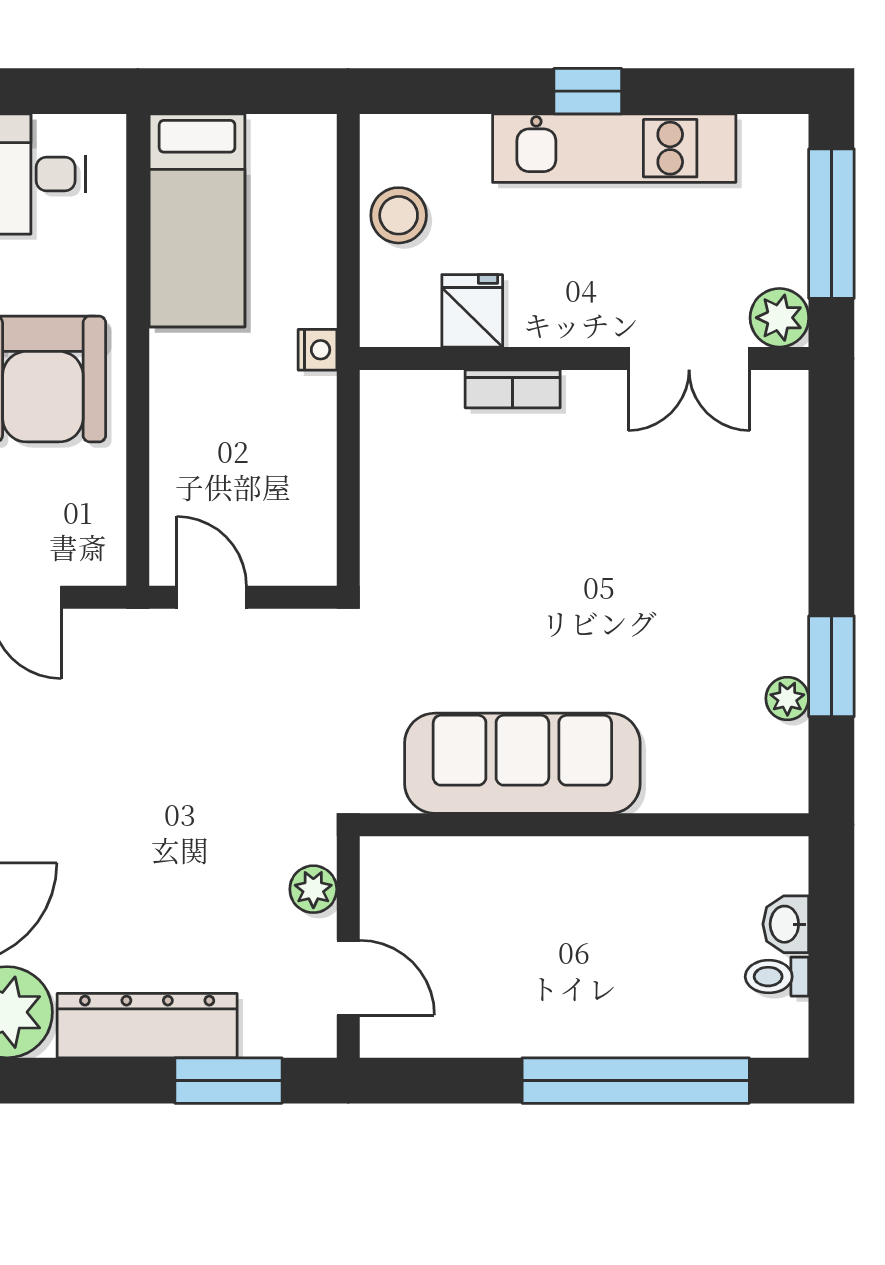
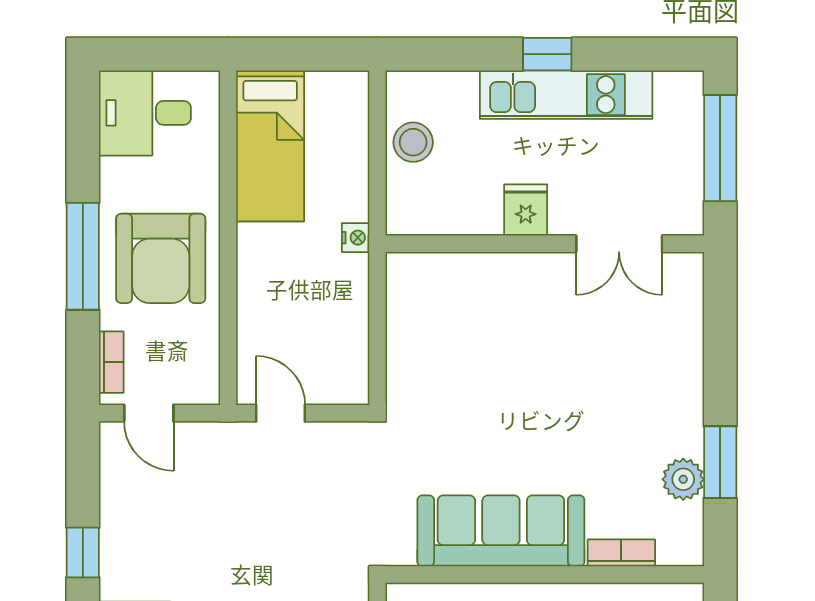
fridge: (472, 311) -> (526, 210), moved
plant: (779, 318) -> (683, 215), removed
bookcase: (513, 389) -> (621, 553), moved, turned 180
plant: (787, 698) -> (683, 479), width x1.38, depth x1.38

